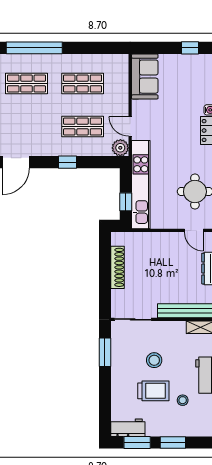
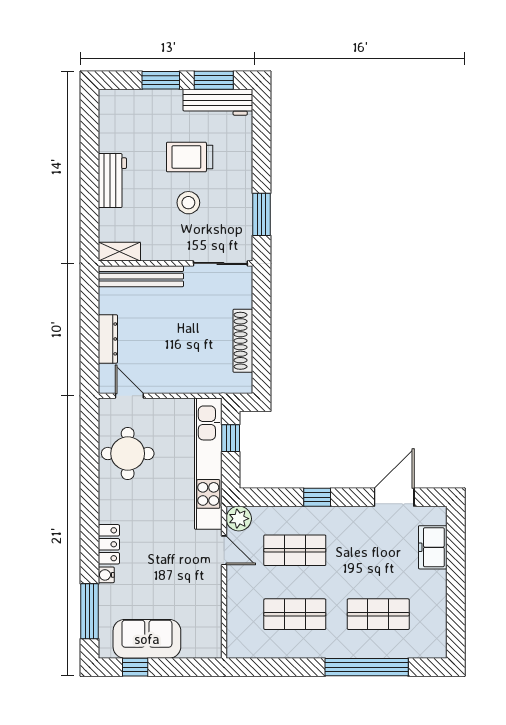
sofa: (145, 77) -> (147, 639), moved, turned 90
stool: (183, 400) -> (146, 143), removed
workbench: (128, 428) -> (218, 102), width x1.38

